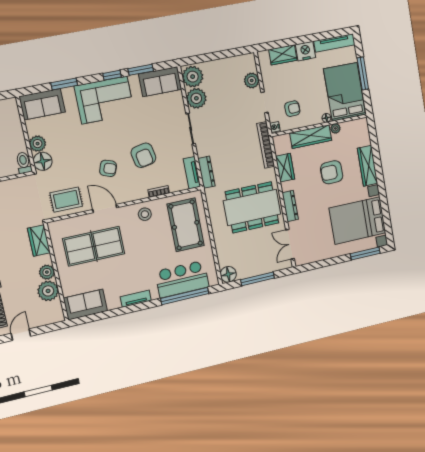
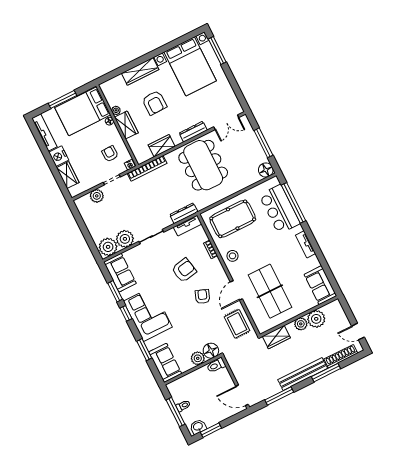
wardrobe: (311, 137) -> (126, 125), width x0.67

